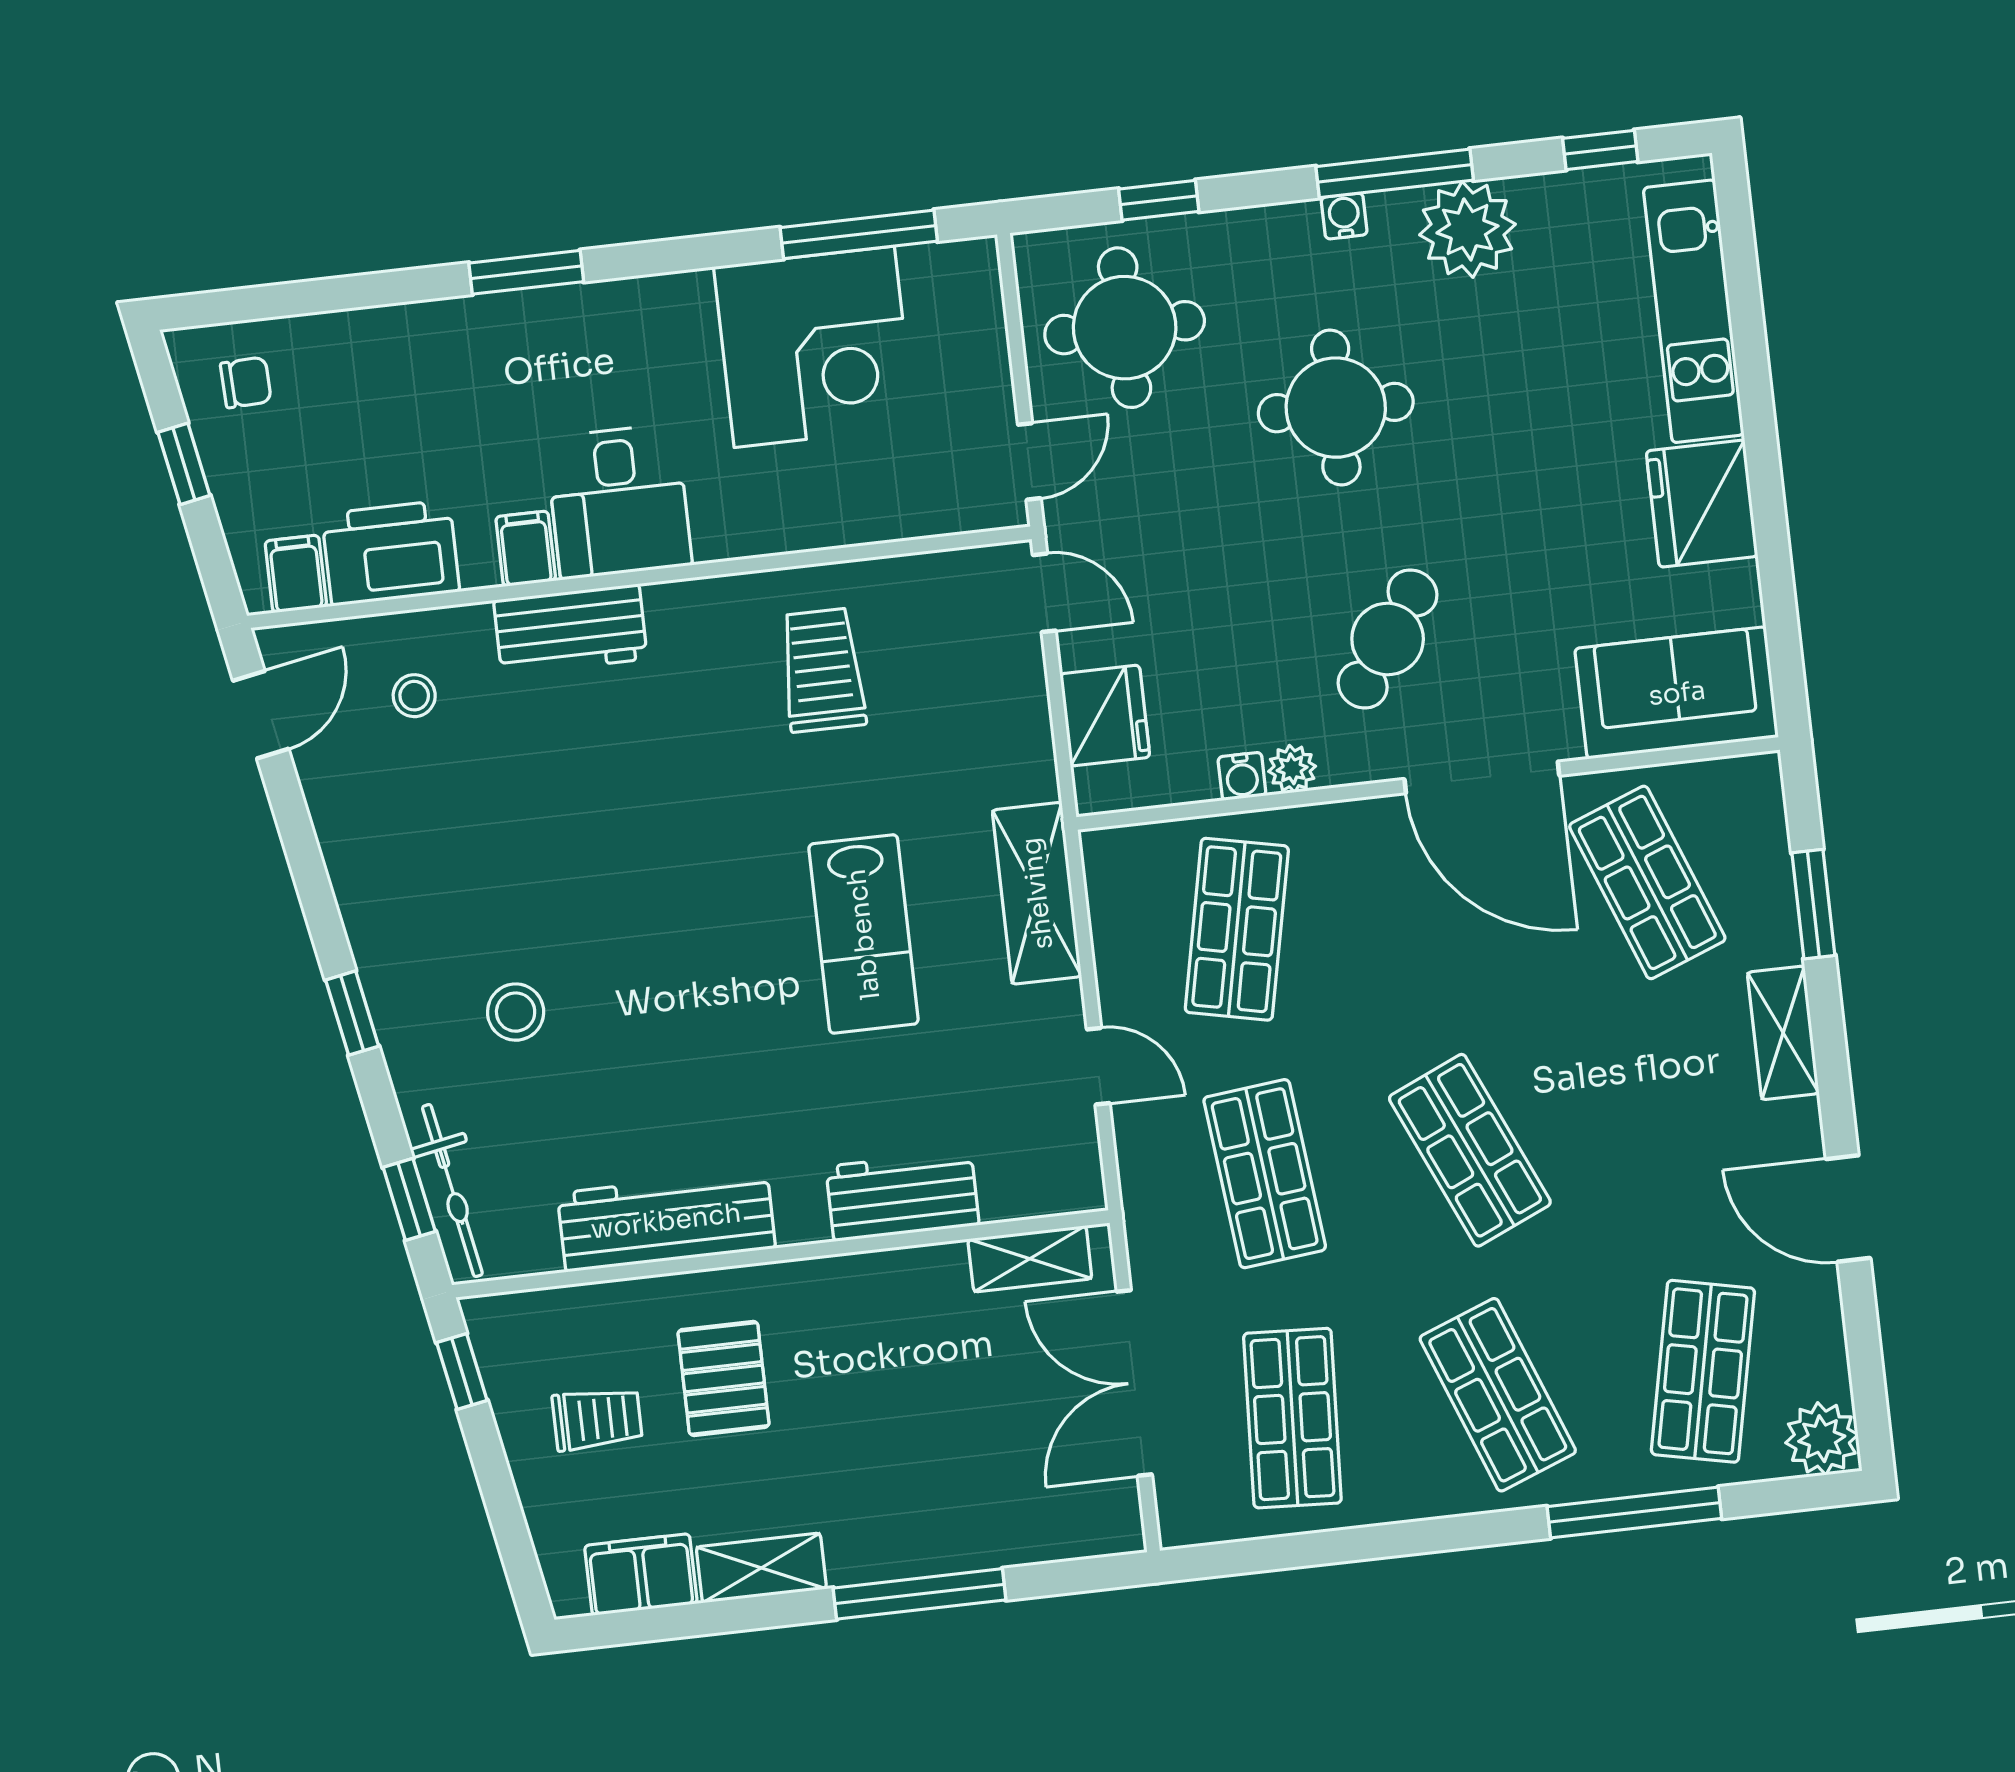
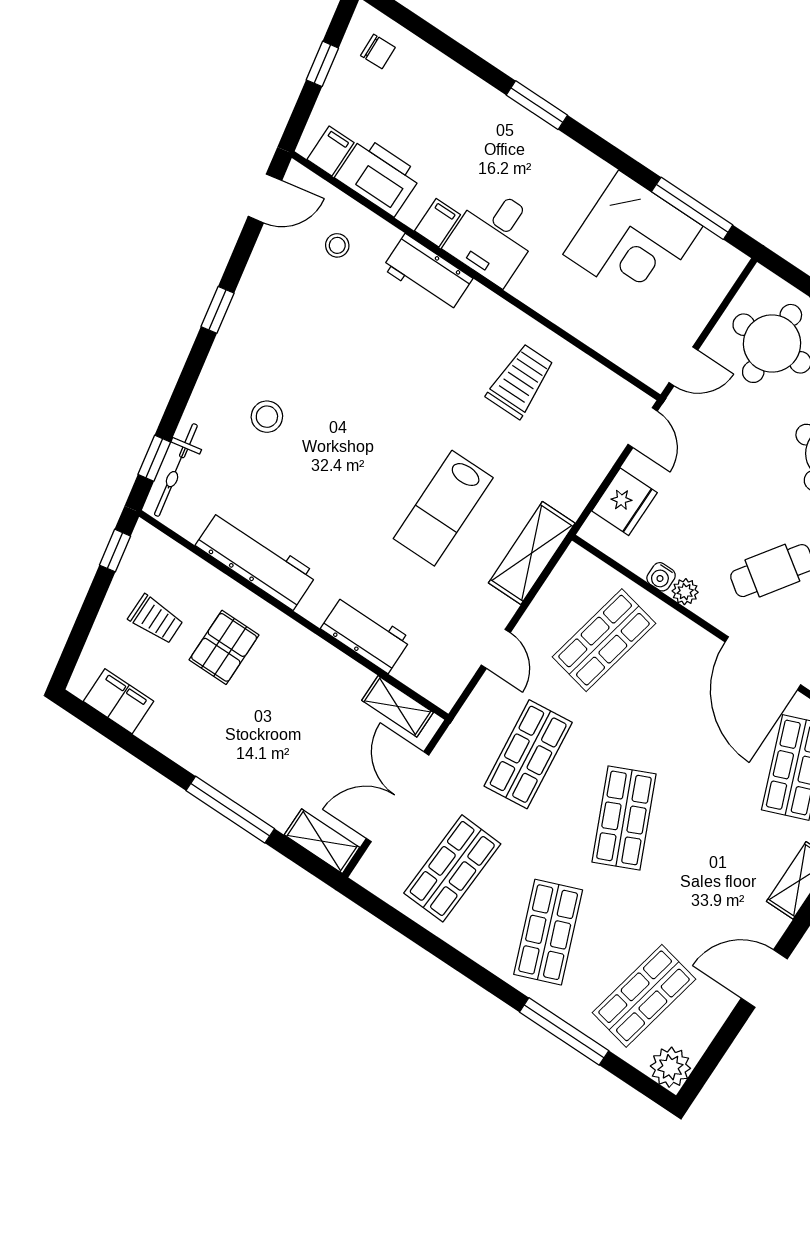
window: (352, 1013) -> (218, 310), moved
door: (1848, 1208) -> (764, 979), hinge flipped
shelving: (761, 1568) -> (322, 841), moved

